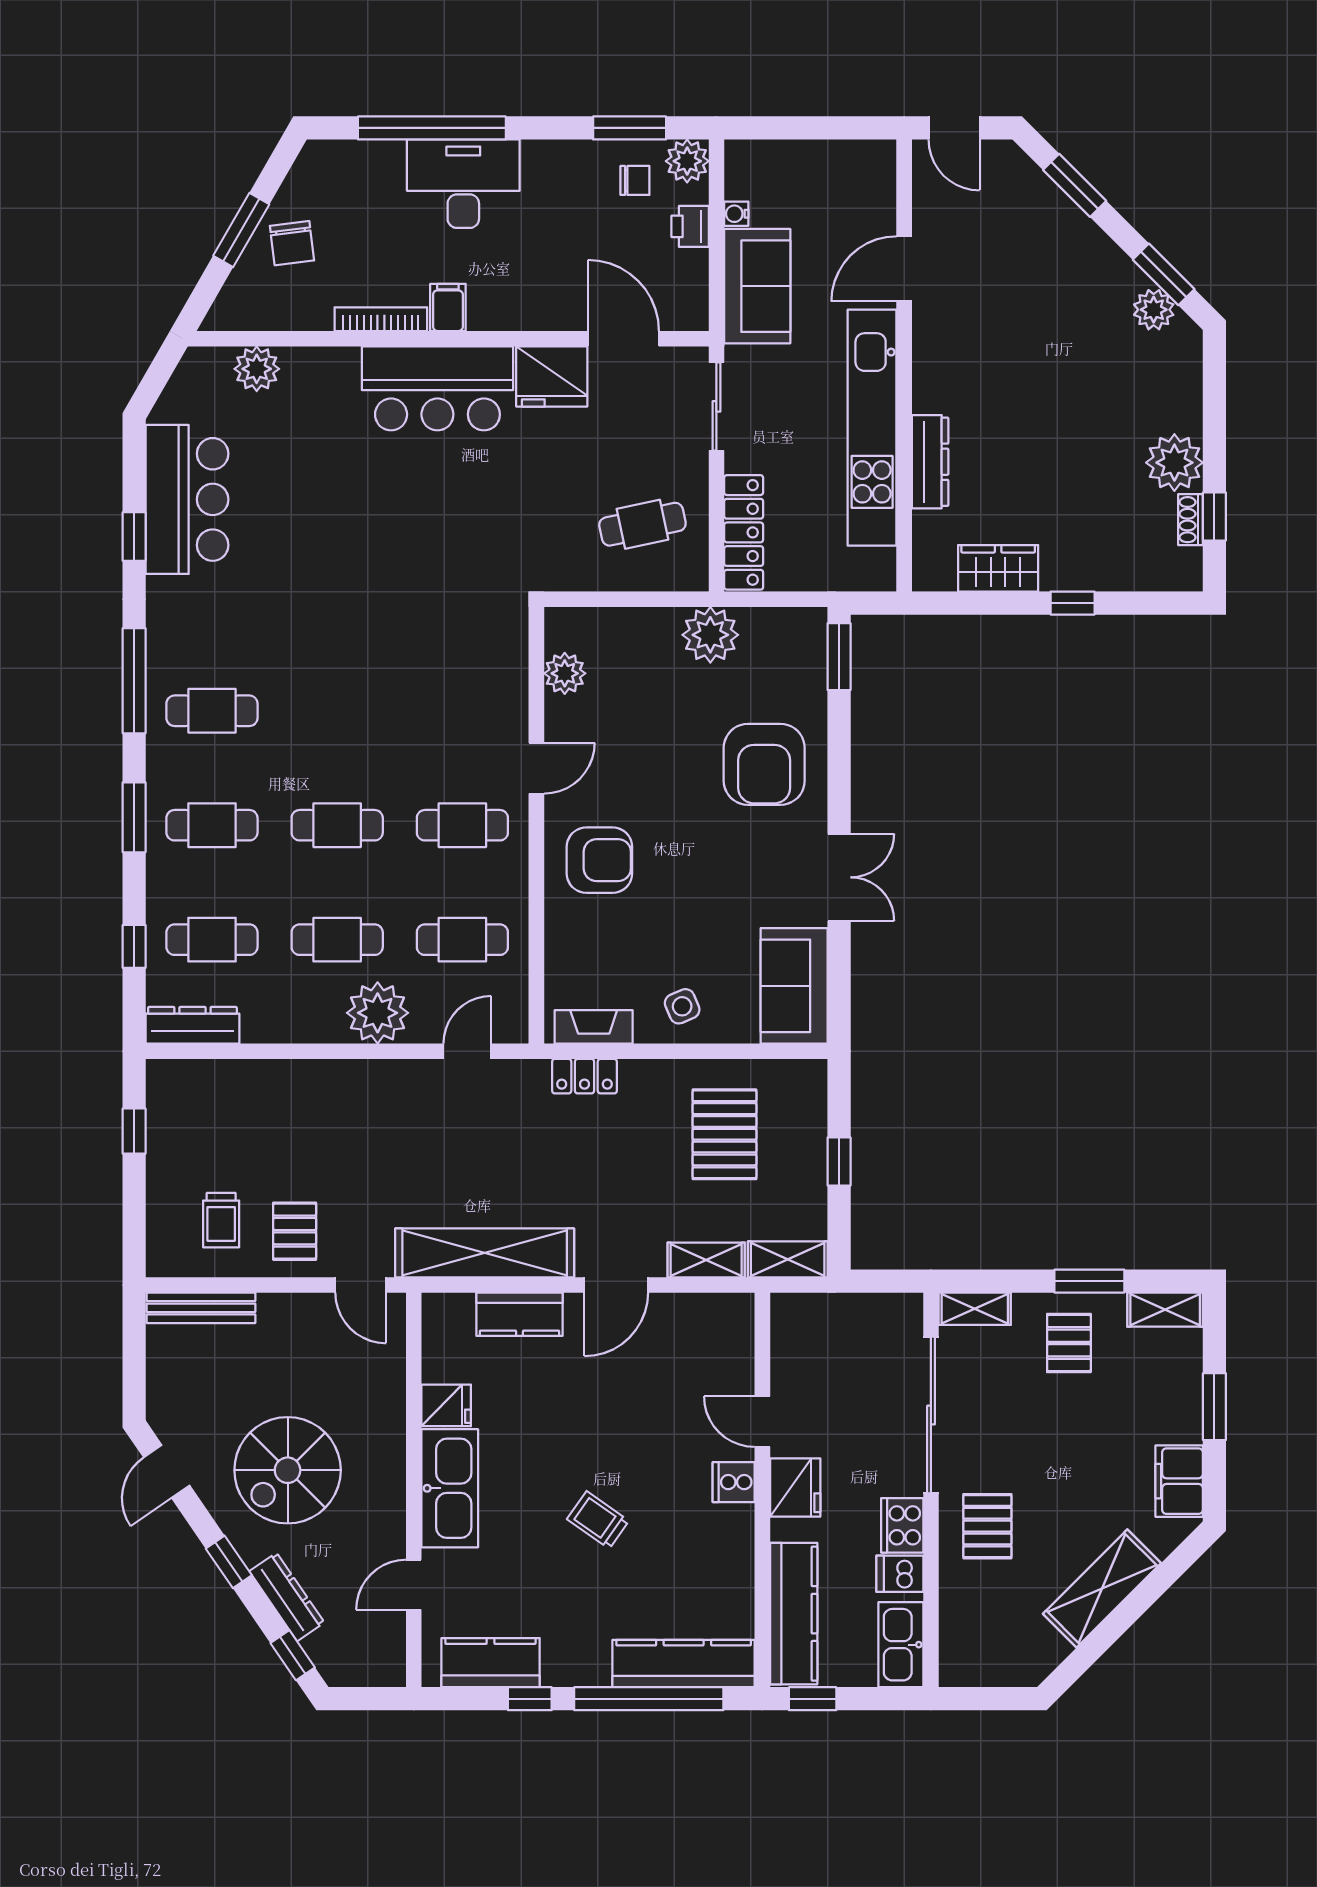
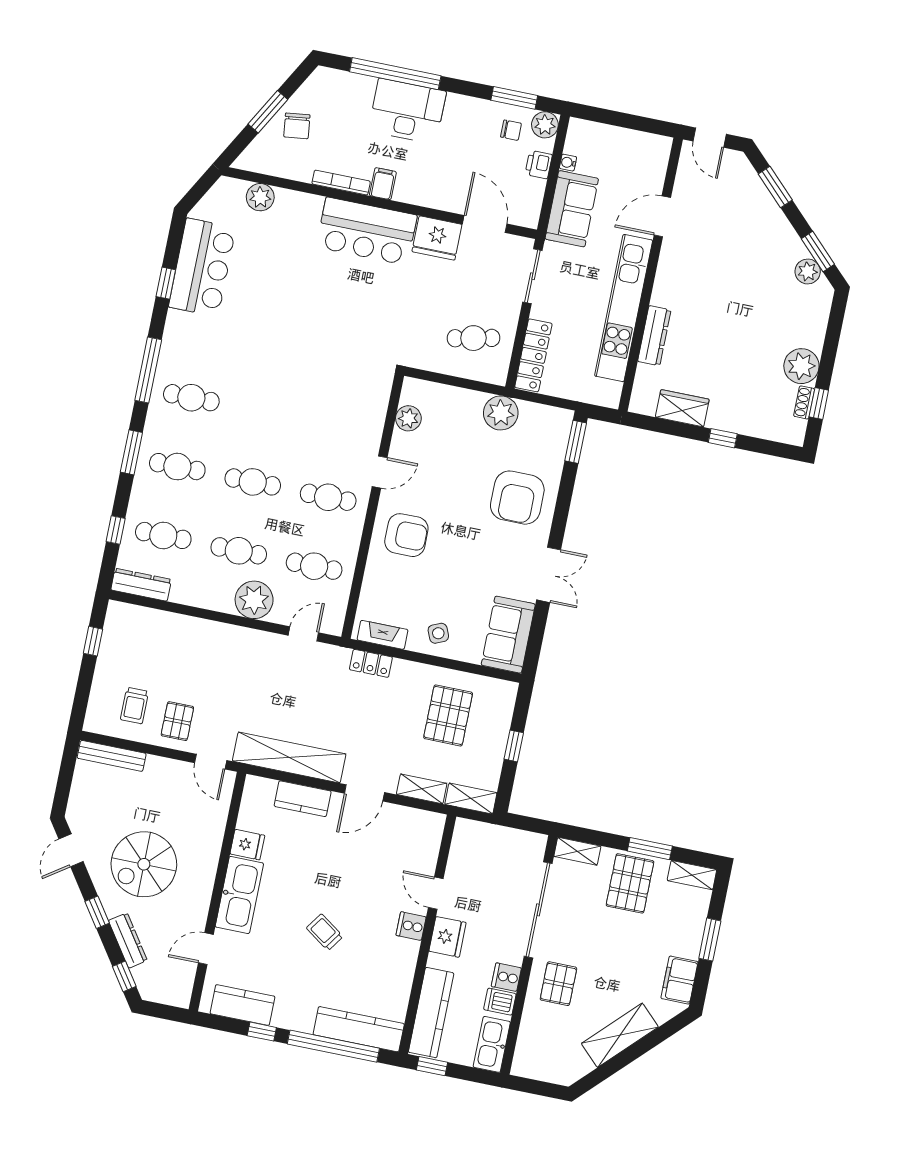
pallet: (1069, 1343) -> (630, 883), width x1.50, depth x1.42
cooker: (902, 1525) -> (506, 977), width x0.73

